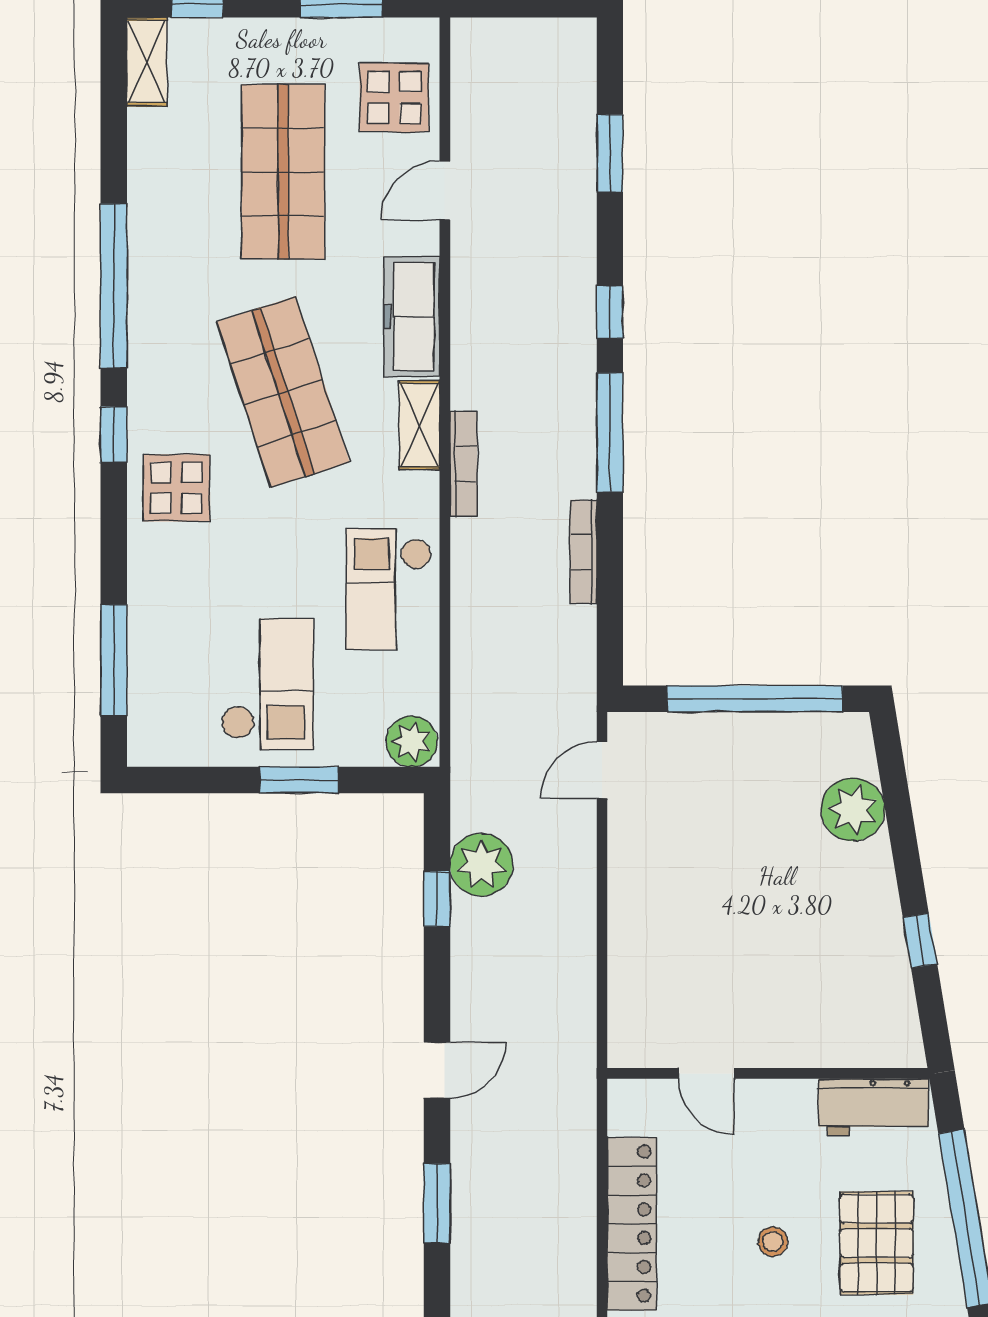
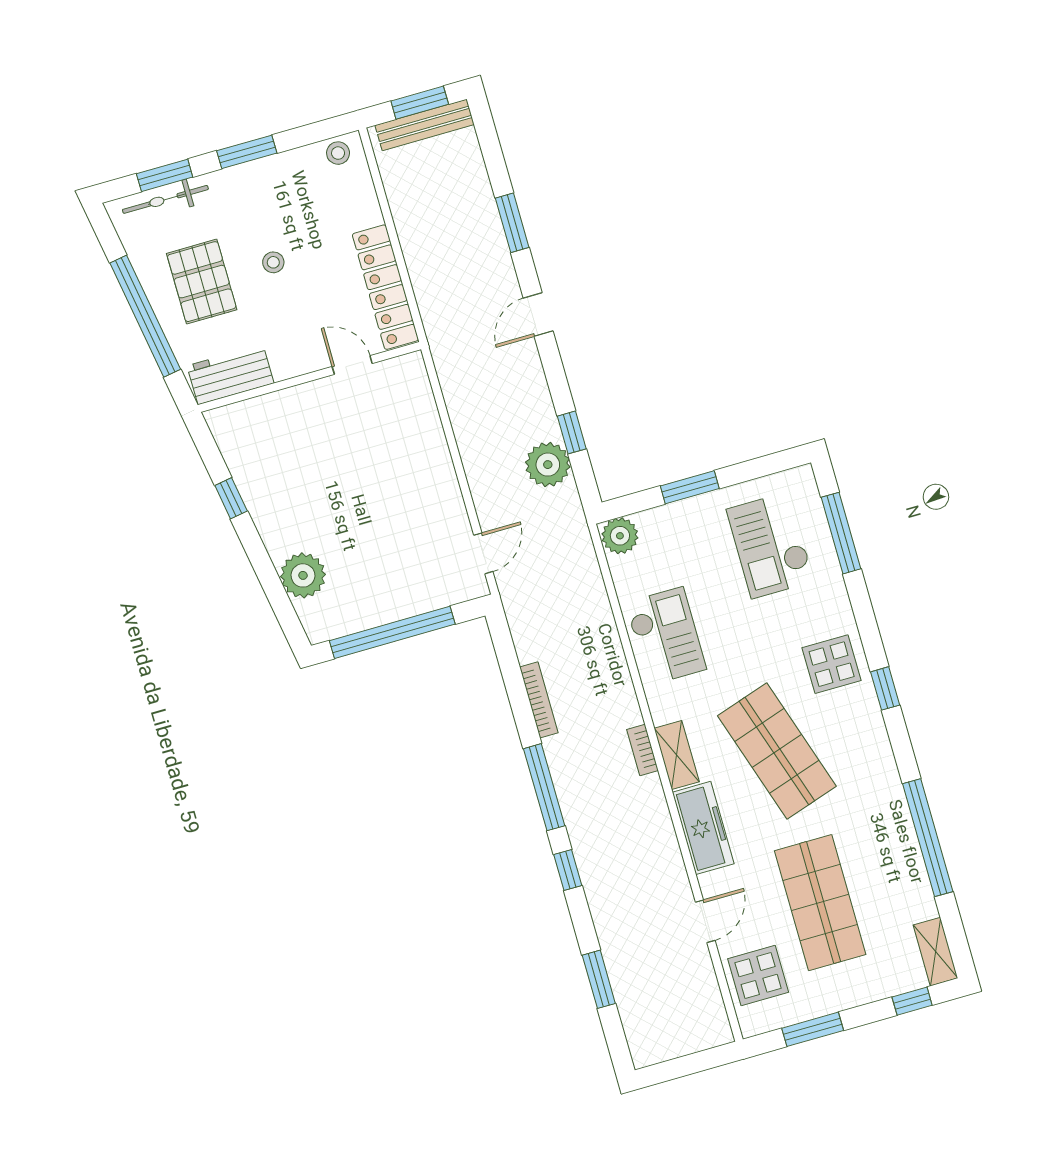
window: (114, 286) -> (928, 838), moved
bookcase: (464, 464) -> (642, 750), width x0.64
checkout: (267, 684) -> (770, 545), moved
locker: (632, 1224) -> (385, 287), moved

